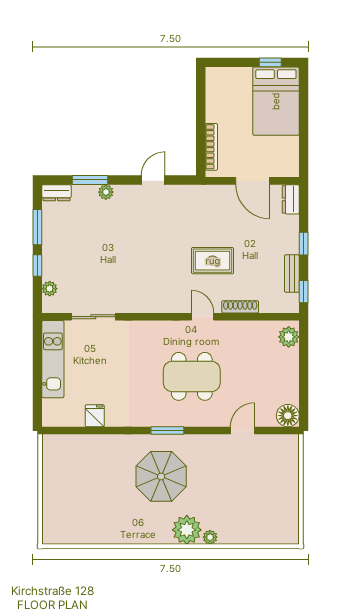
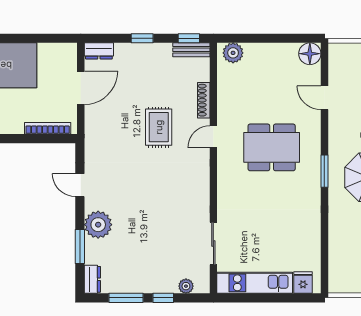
plant: (106, 192) -> (98, 225), width x1.88, depth x1.88
bench: (292, 274) -> (191, 50), moved
dining table: (192, 376) -> (272, 147), turned 90
fridge: (95, 416) -> (303, 283), moved, turned 90

